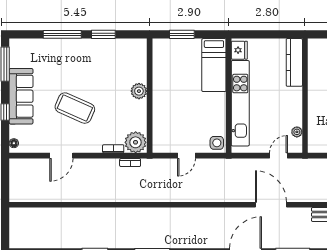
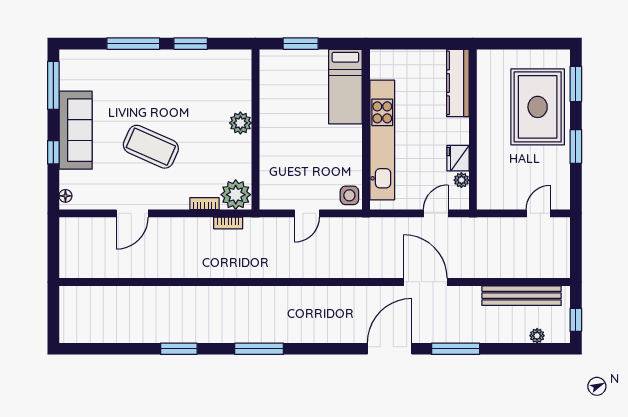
fridge: (239, 50) -> (458, 158), moved, turned 180

